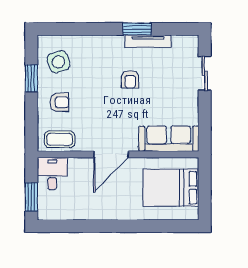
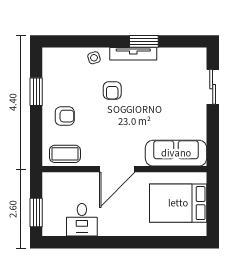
tv unit: (148, 41) -> (133, 54), moved
side table: (59, 62) -> (94, 58), moved, width x0.54, depth x0.54
armchair: (130, 79) -> (112, 91), moved
desk: (52, 174) -> (82, 220), moved, turned 180

